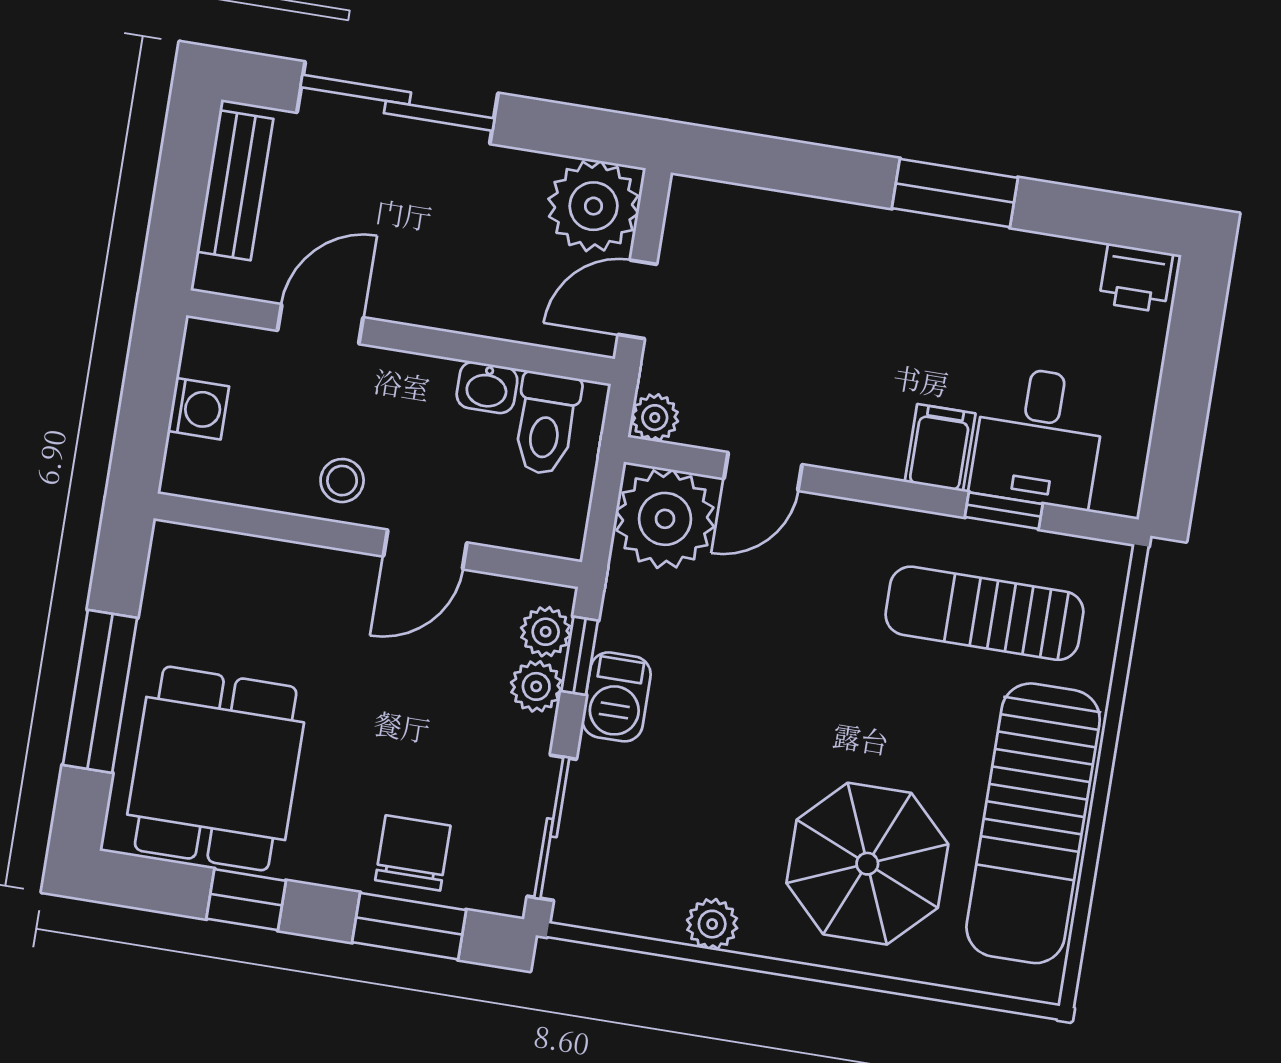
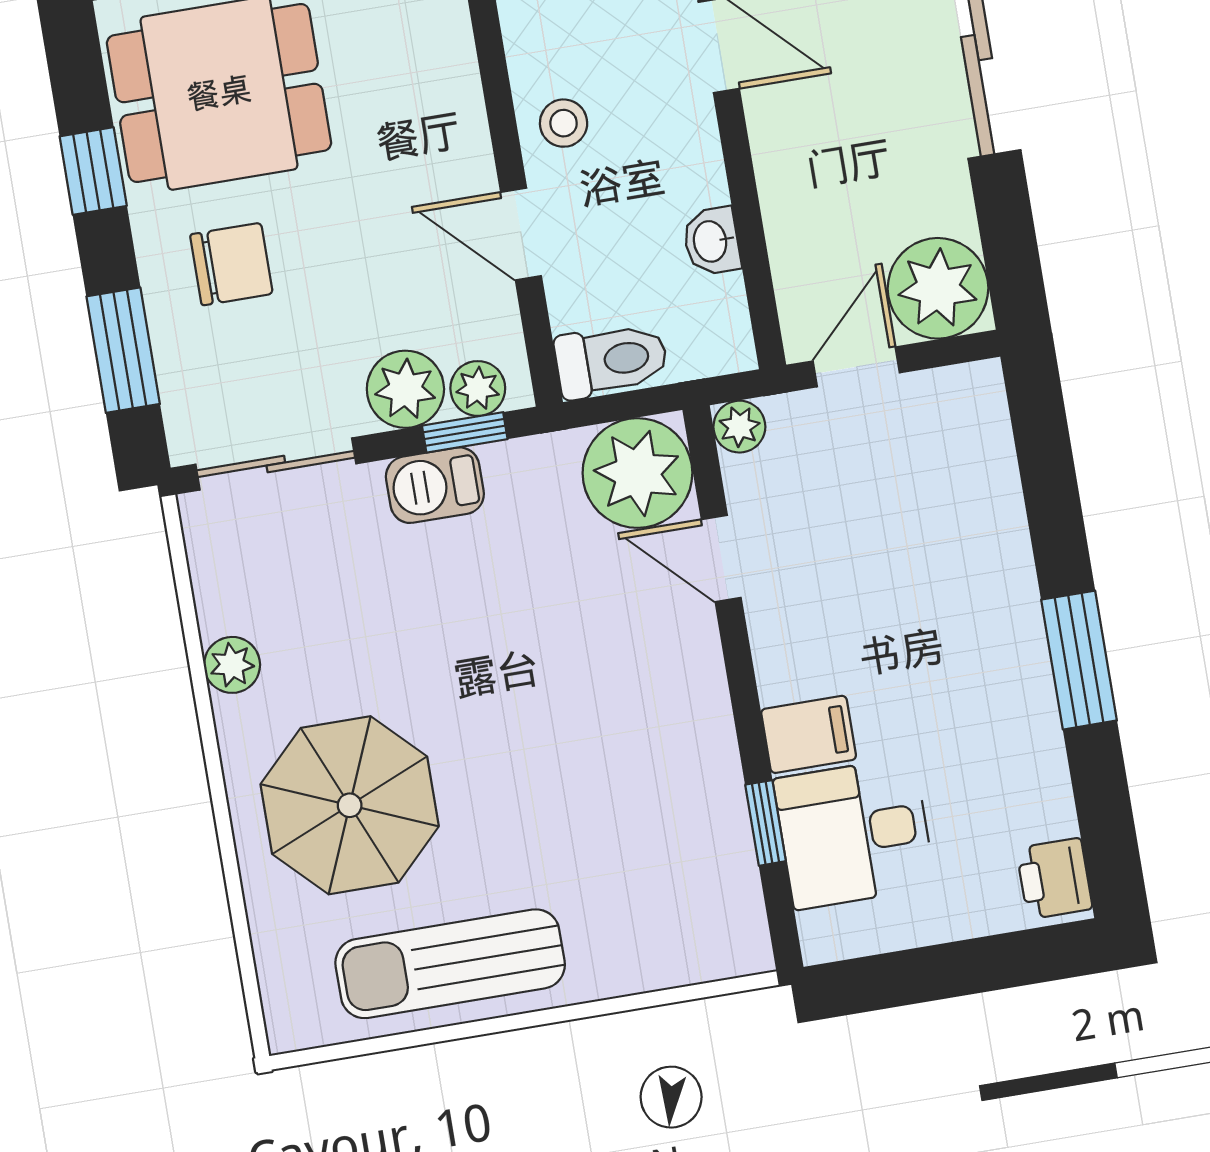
door: (637, 299) -> (856, 367), hinge flipped
toilet: (546, 424) -> (611, 360), moved, turned 180
sun lounger: (984, 613) -> (652, 839), removed
plant: (536, 686) -> (405, 389), width x1.38, depth x1.38
sun lounger: (1033, 823) -> (450, 964), width x0.73, depth x0.75
chair: (413, 853) -> (231, 264), moved

